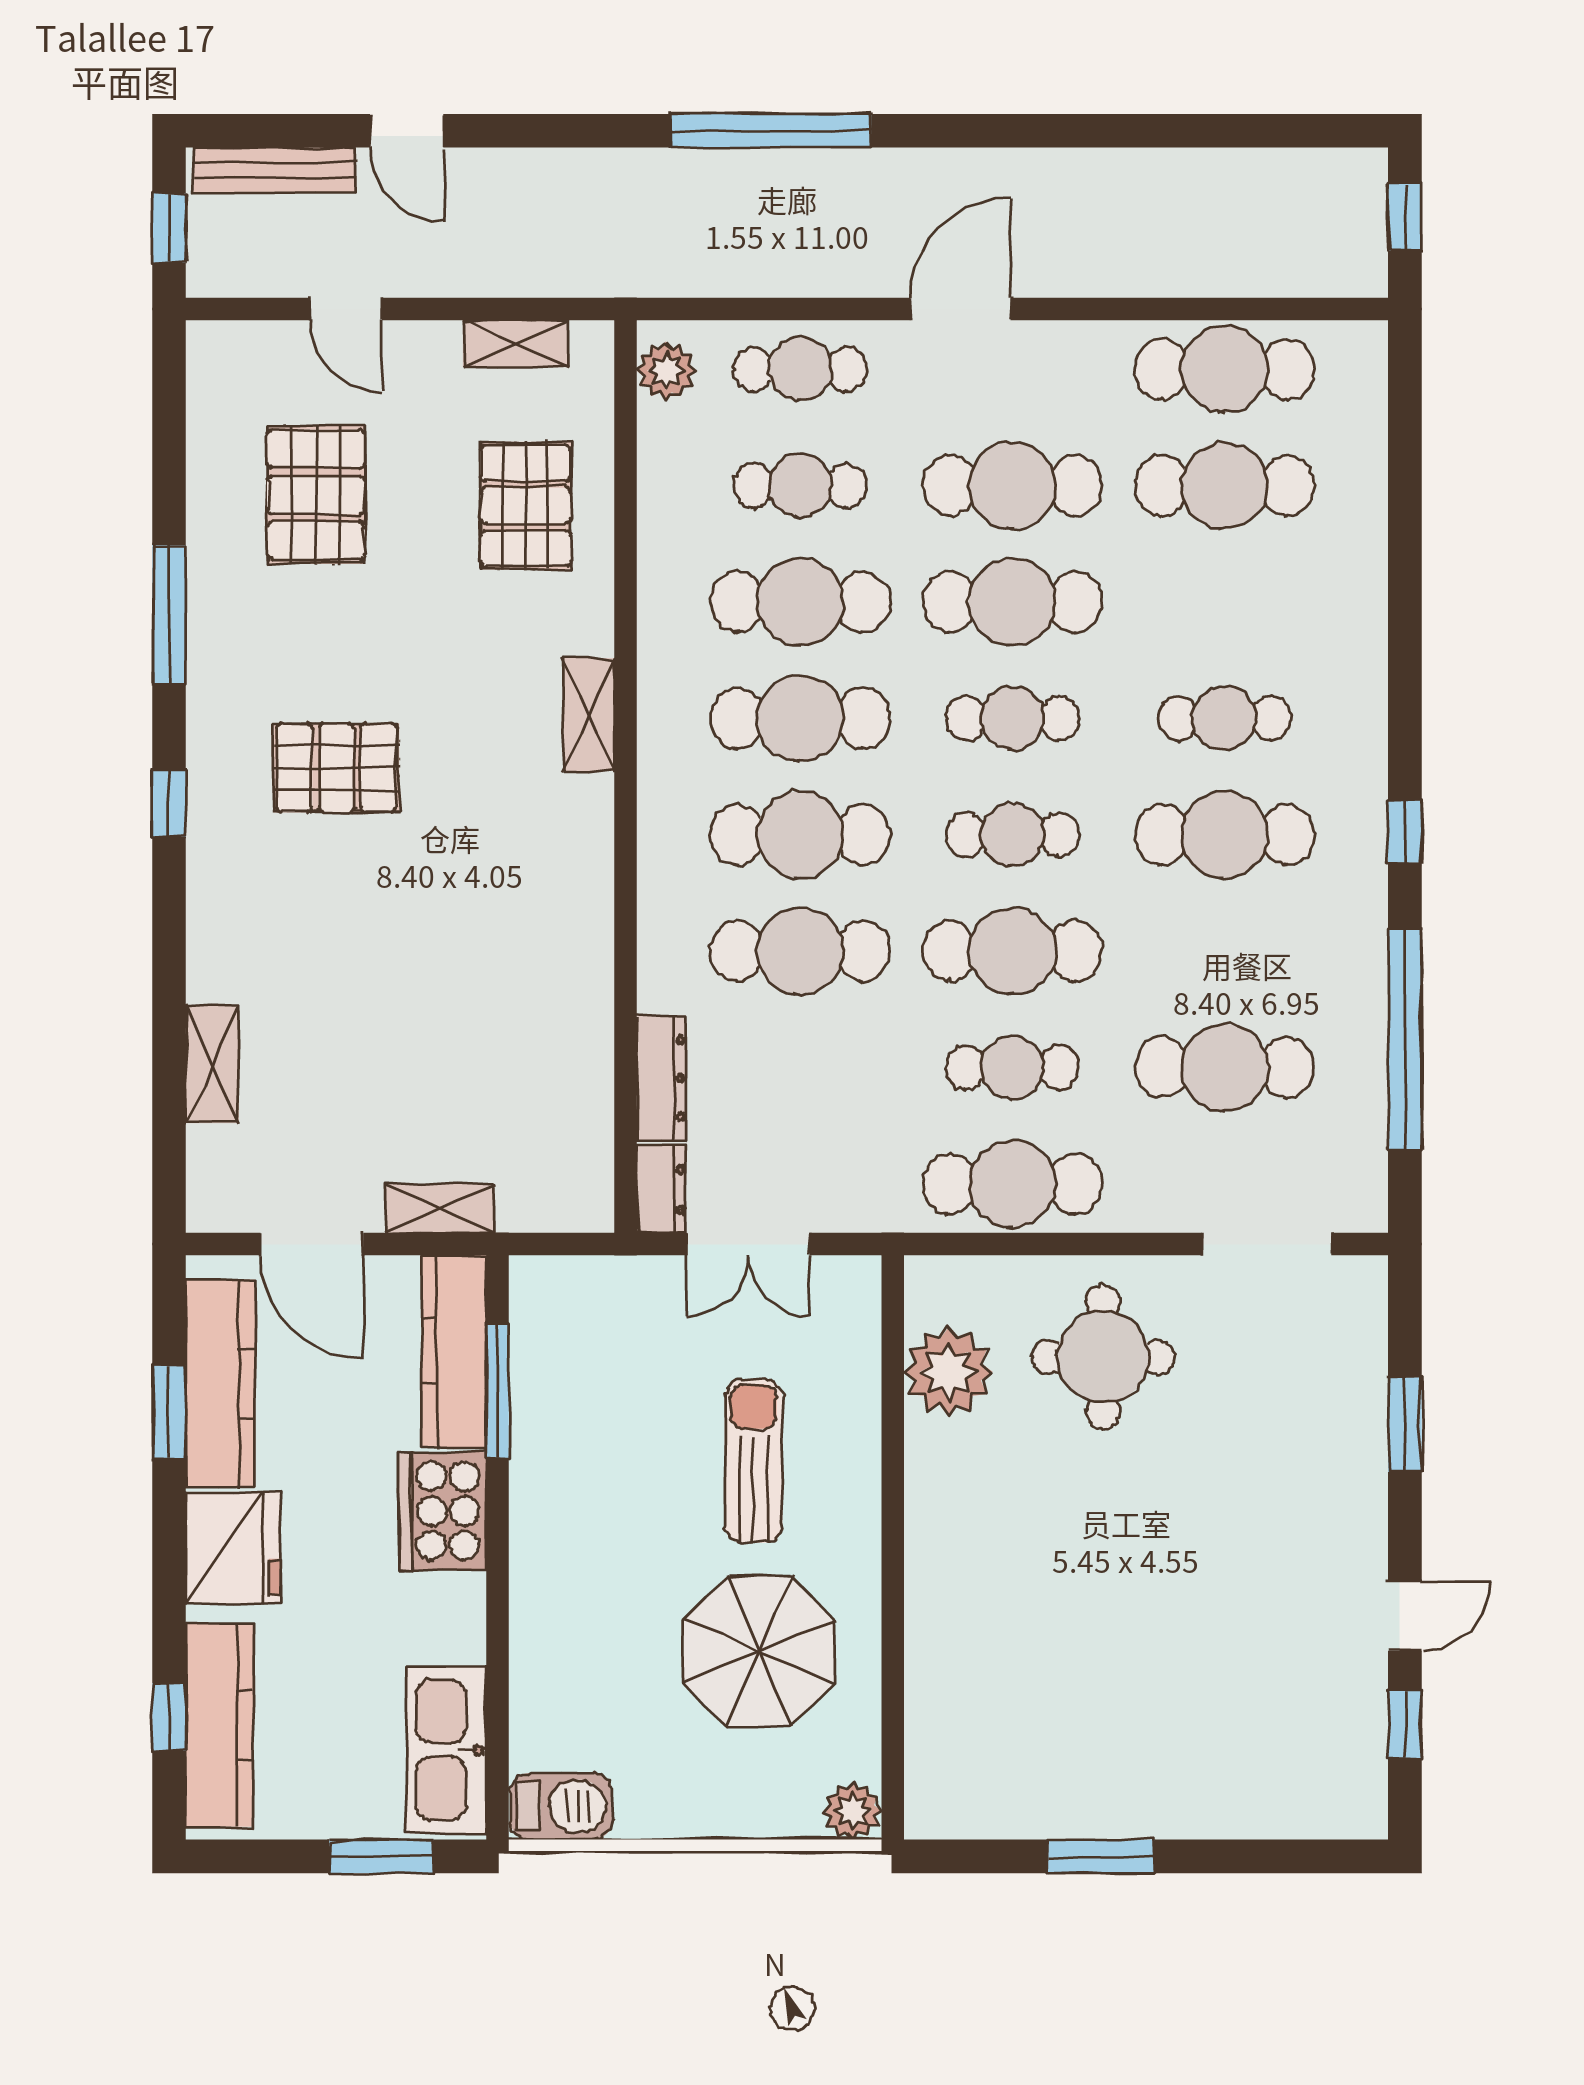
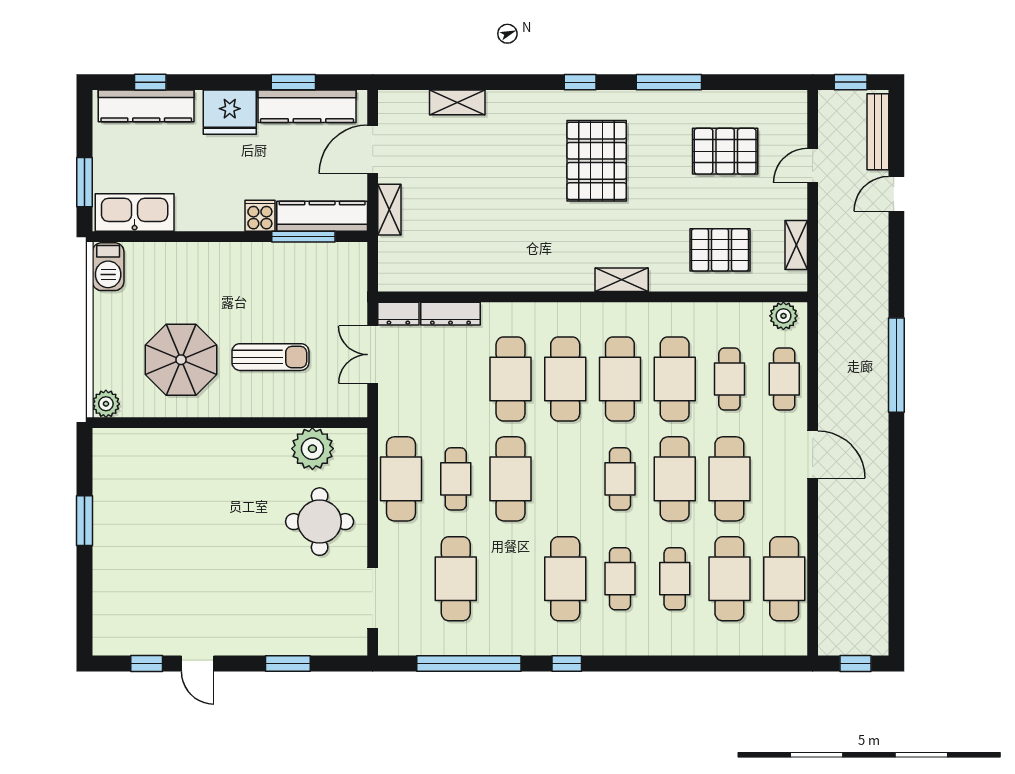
pallet: (336, 768) -> (597, 161), width x1.37, depth x1.41
cafe table: (1012, 835) -> (675, 579), moved
cooker: (443, 1511) -> (260, 216), width x0.53, depth x0.76

